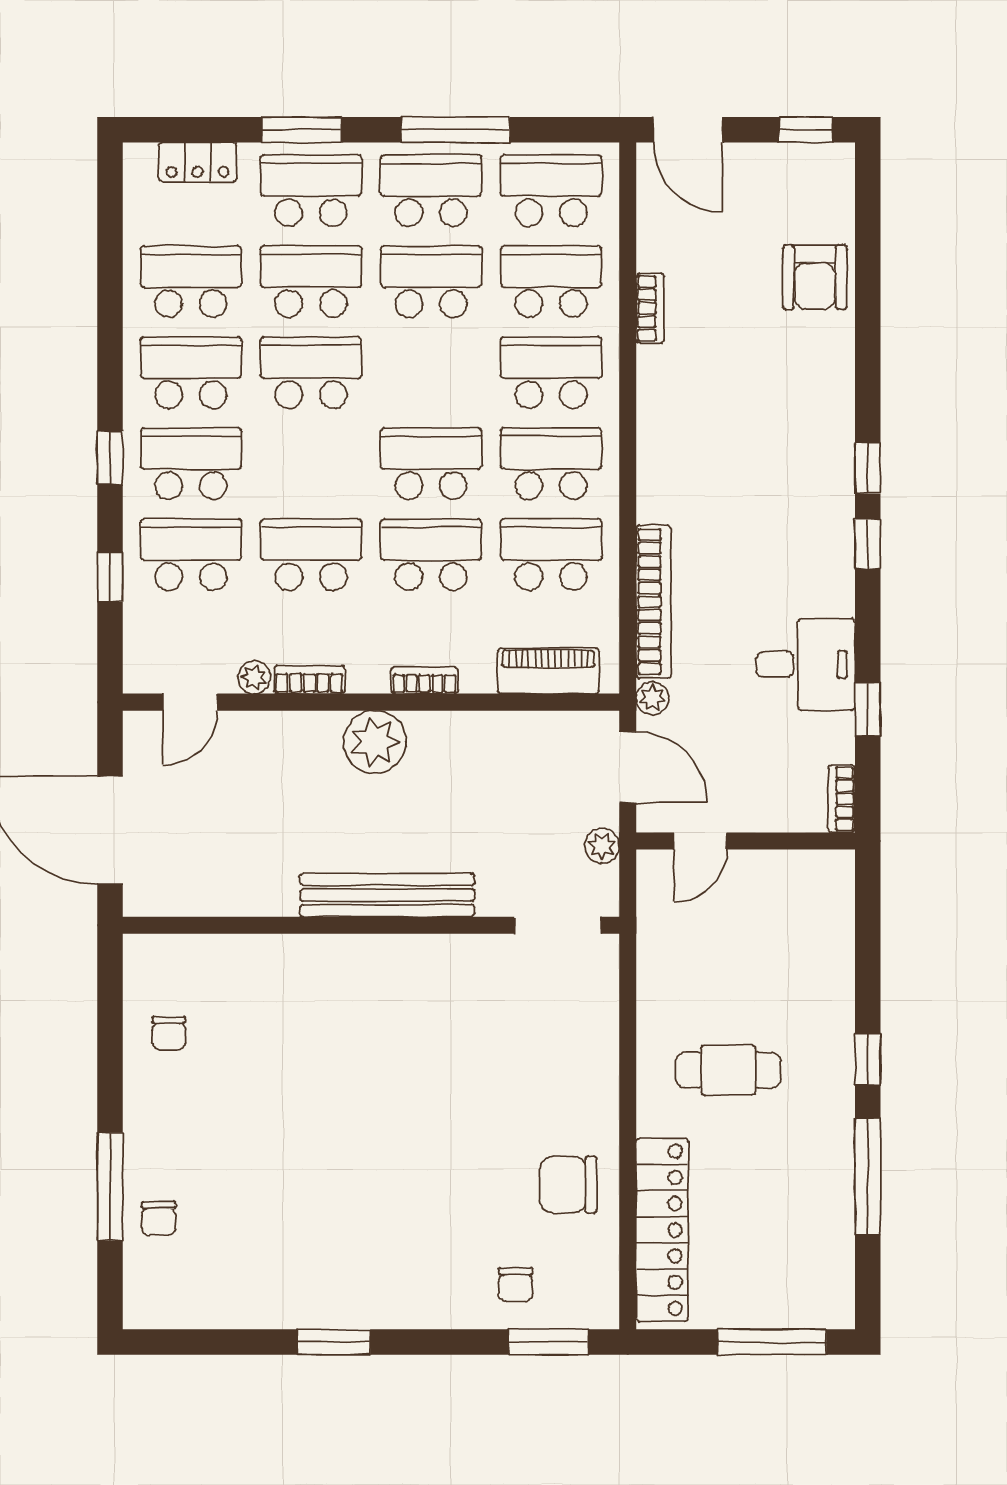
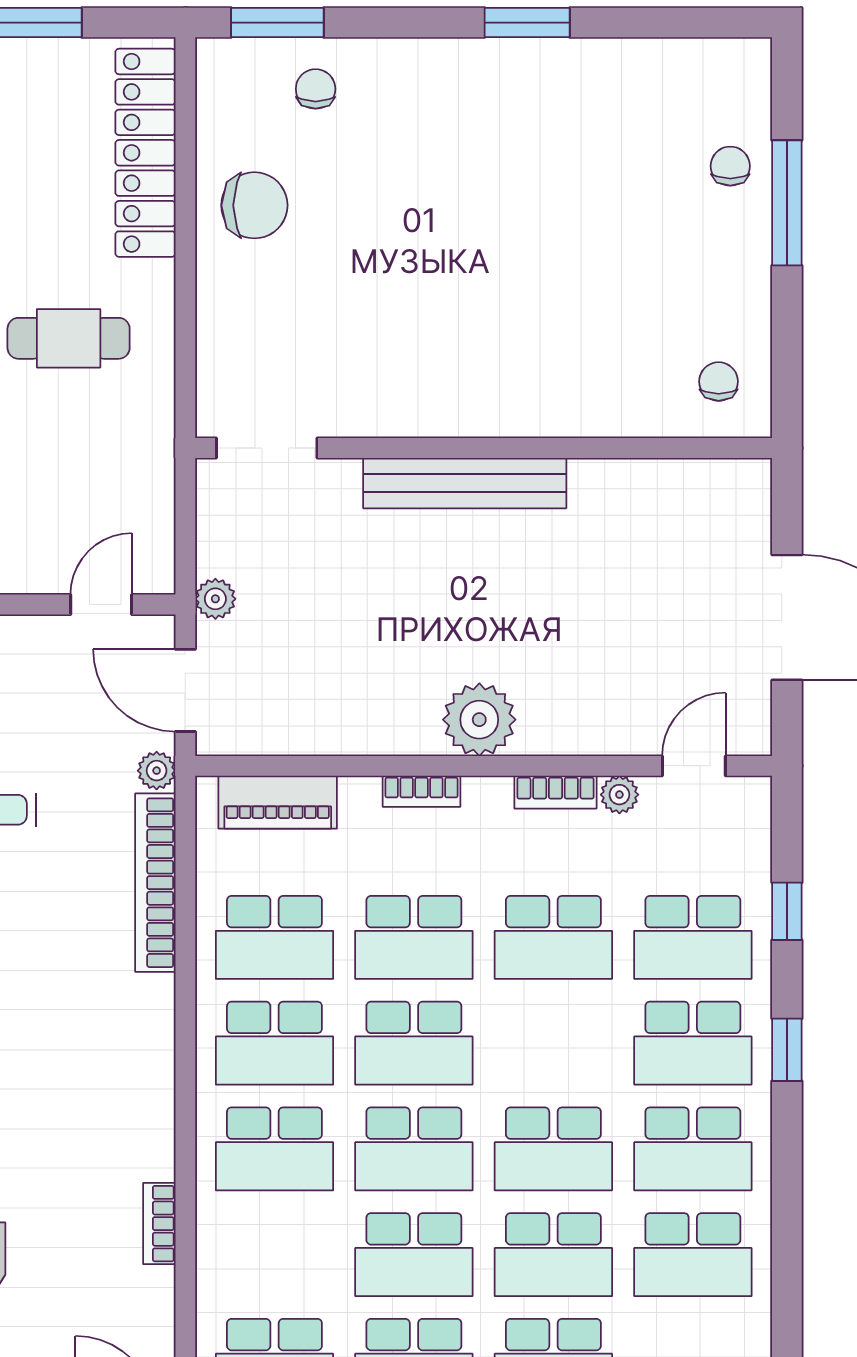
school desk: (551, 282) -> (414, 1149), moved
bench: (387, 895) -> (465, 483), moved
wall: (371, 925) -> (484, 448), moved
doorway: (558, 925) -> (267, 448), moved

